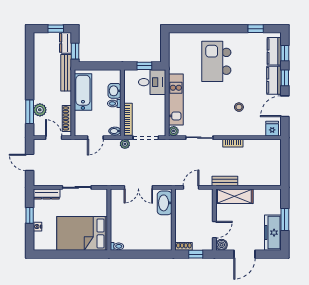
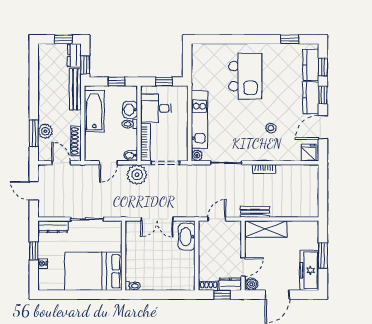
kitchen island: (216, 61) -> (245, 76), turned 180
window: (103, 66) -> (117, 82), added
desk: (152, 82) -> (156, 108), moved, turned 180
plant: (125, 144) -> (137, 175), width x1.87, depth x1.87
dresser: (203, 245) -> (230, 284), added

